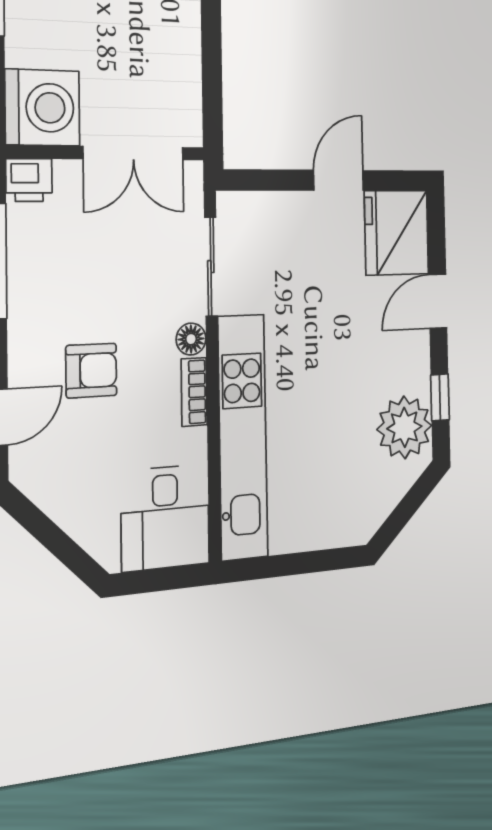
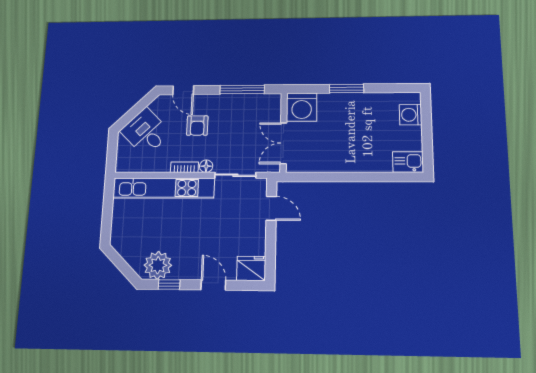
printer: (29, 180) -> (273, 102), removed
door: (338, 180) -> (271, 208), moved
fridge: (397, 233) -> (251, 268), width x0.73, depth x0.75
desk: (165, 517) -> (146, 132), moved, turned 45

